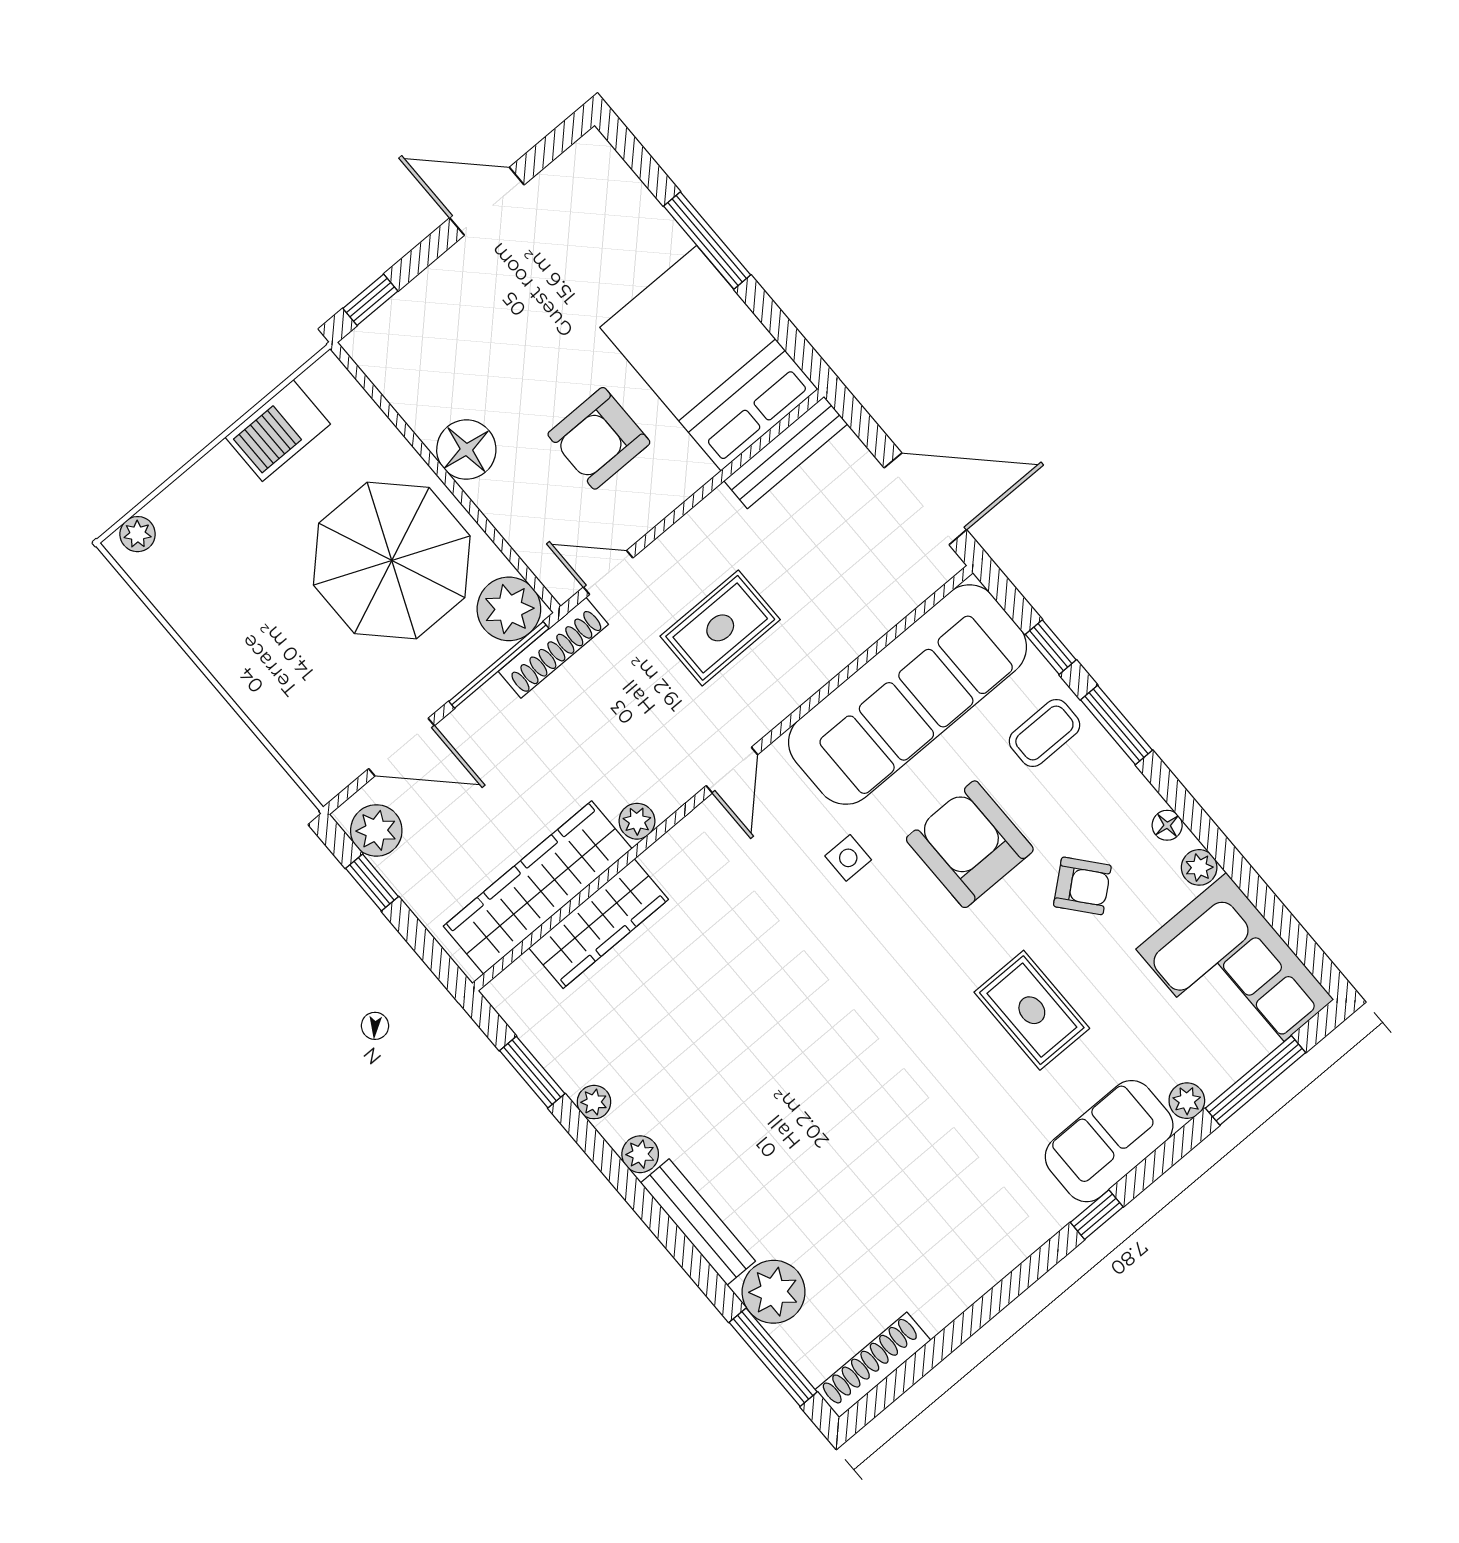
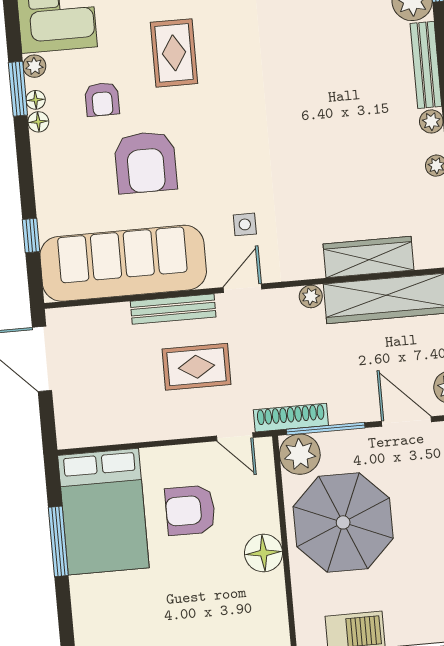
window: (707, 241) -> (58, 541), moved
armchair: (599, 438) -> (190, 510), turned 180
bench: (786, 452) -> (173, 309), moved
window: (1117, 725) -> (18, 89), moved
coffee table: (1044, 733) -> (66, 193), removed
floor lamp: (1144, 800) -> (38, 122), added
side table: (848, 858) -> (245, 224), moved
armchair: (1082, 886) -> (102, 99), turned -140

